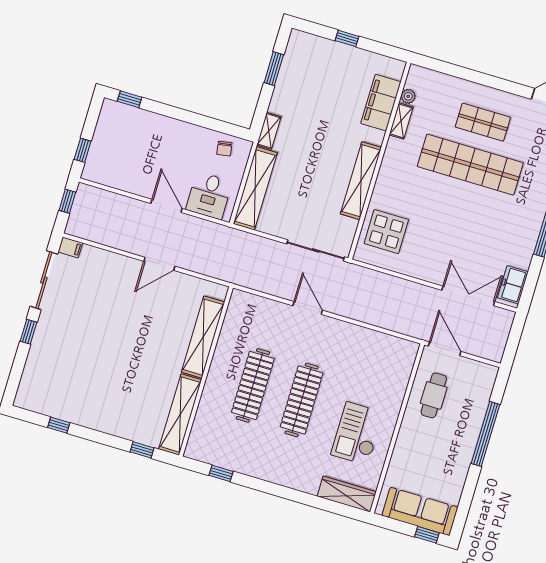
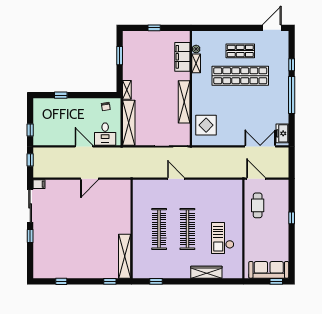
window: (130, 99) -> (61, 95), moved
shelving: (203, 337) -> (125, 211), removed
window: (486, 434) -> (292, 218), width x0.32
wardrobe: (347, 494) -> (206, 272), moved

